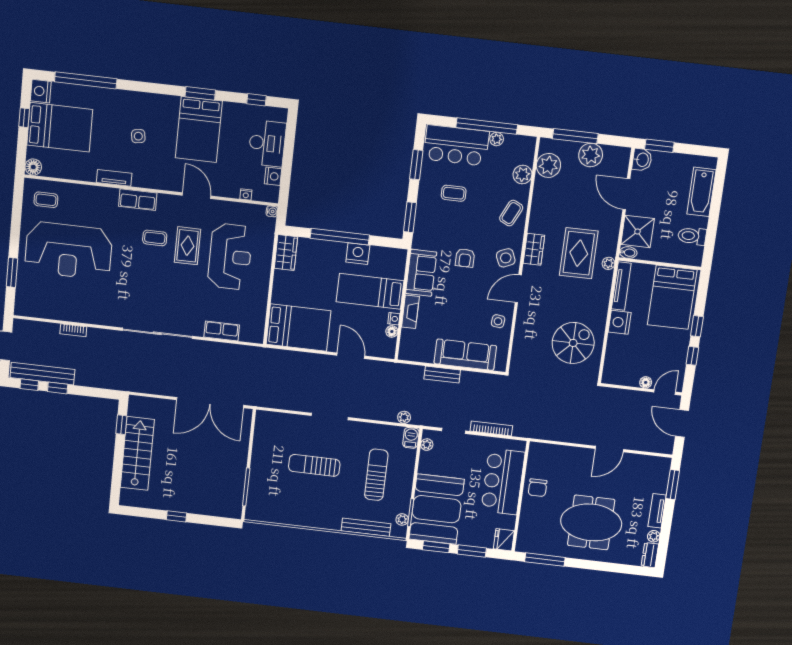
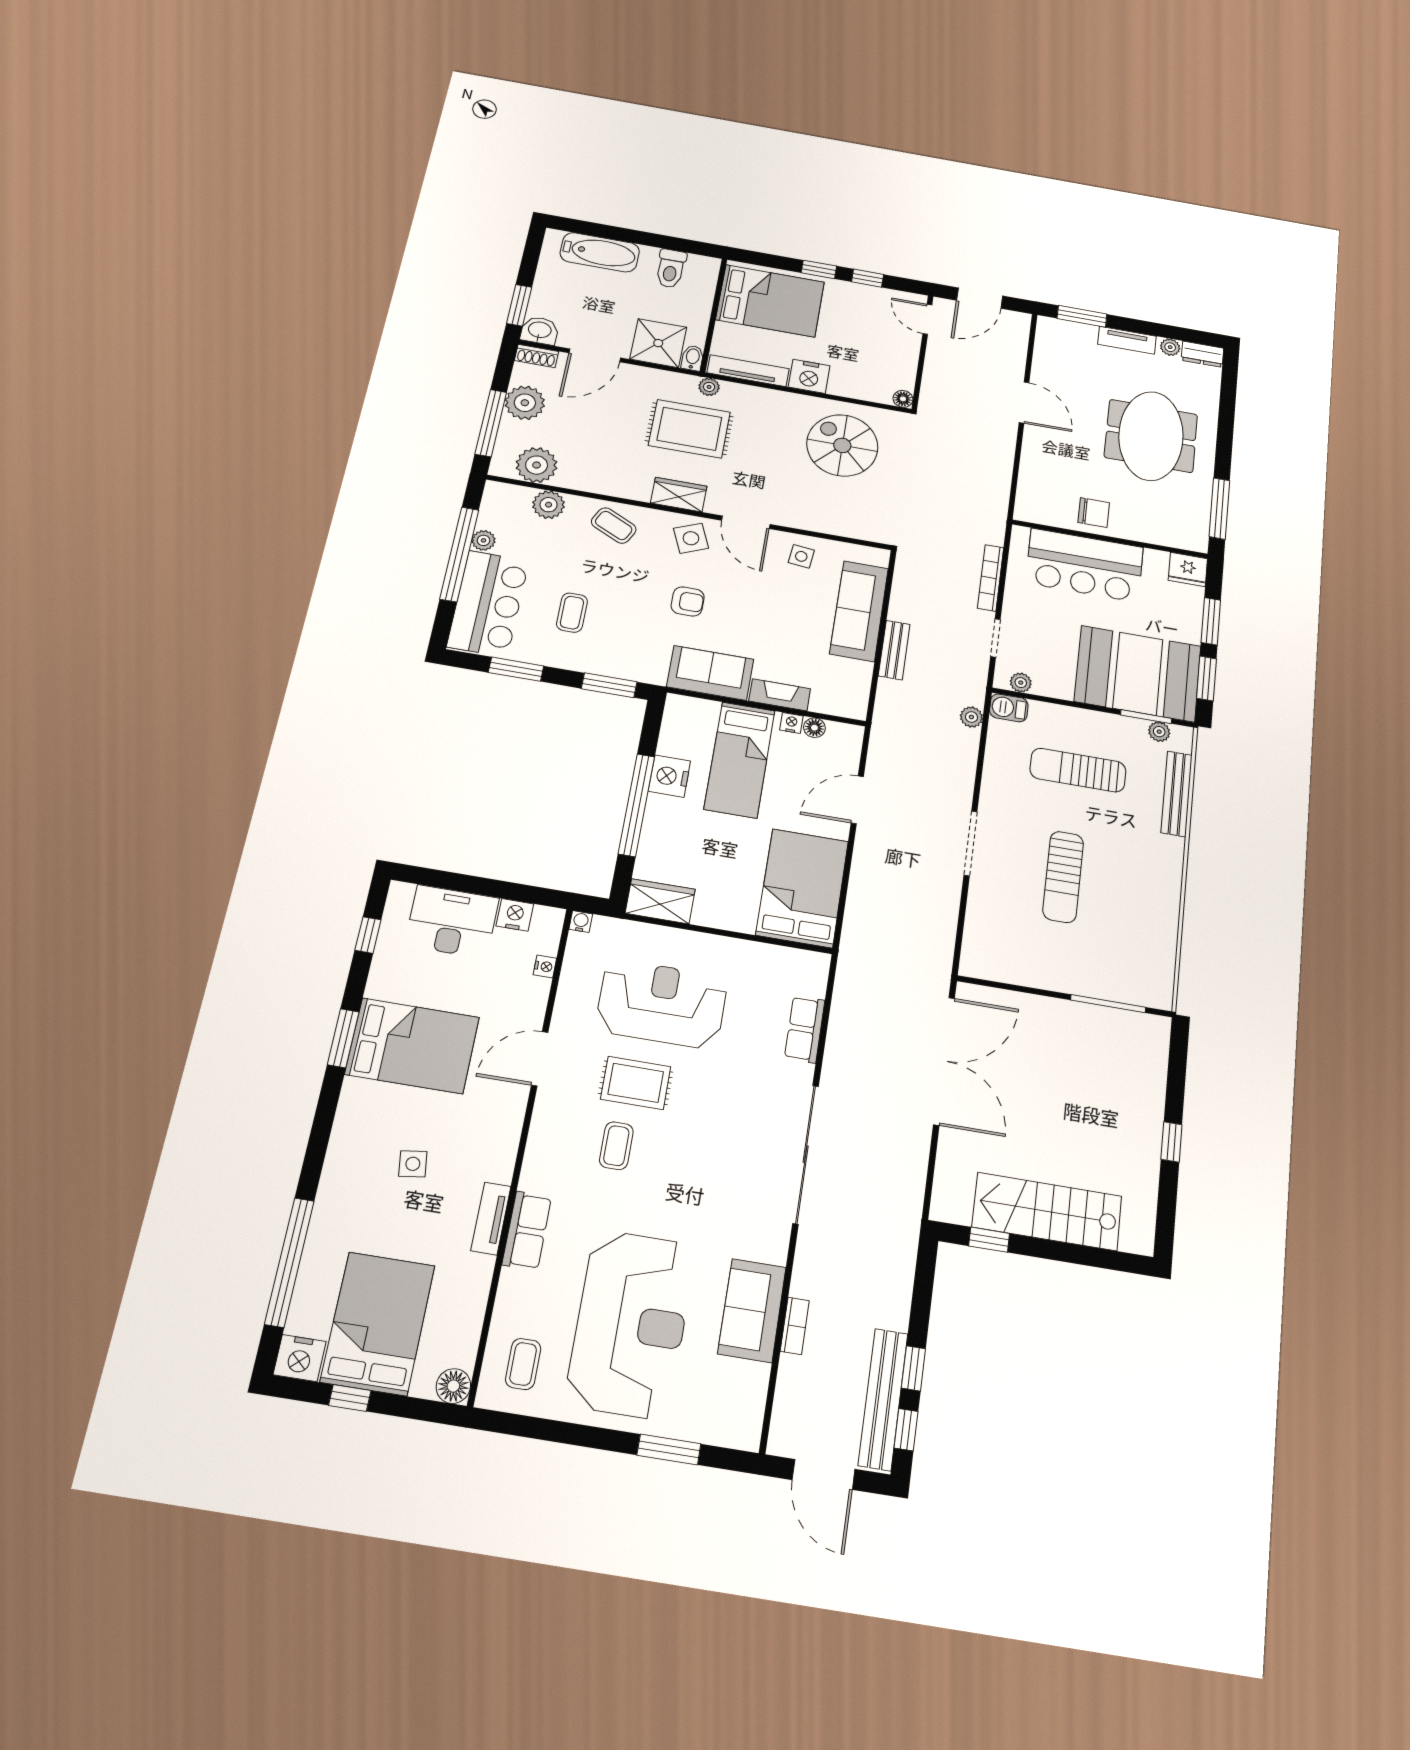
shoe rack: (624, 159) -> (536, 356), added
row of seats: (138, 200) -> (527, 1231), moved
sofa: (79, 309) -> (752, 1310), added
floor lamp: (646, 382) -> (903, 399), moved

